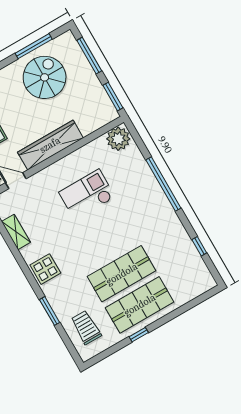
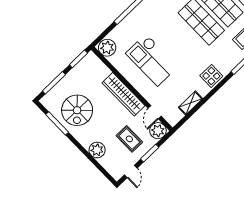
spiral stairs: (45, 77) -> (77, 110), turned -90
checkout: (87, 195) -> (152, 60), width x1.36, depth x1.21

